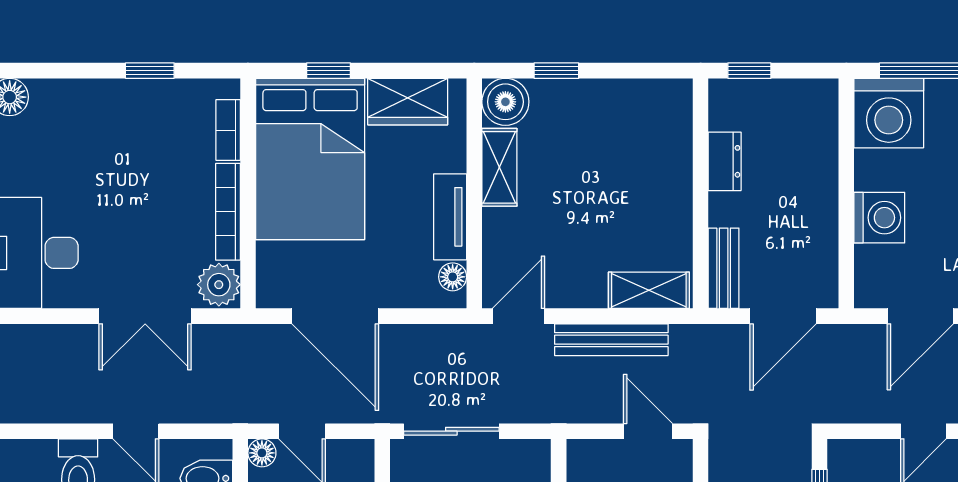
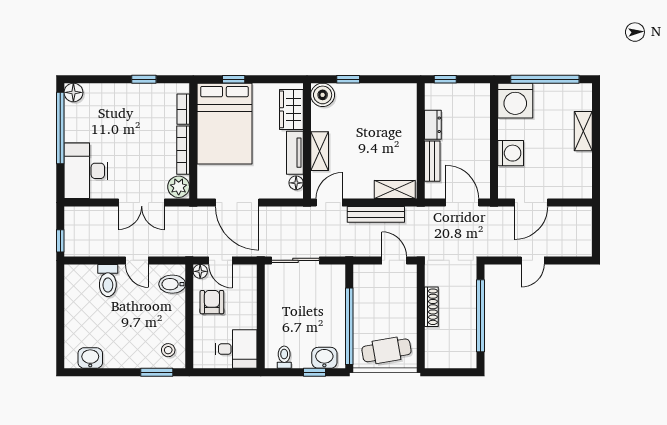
wardrobe: (408, 102) -> (291, 109), moved, turned 90
shelving: (499, 167) -> (320, 151), moved
bench: (724, 268) -> (432, 161), moved
door: (783, 316) -> (462, 203), swing flipped

